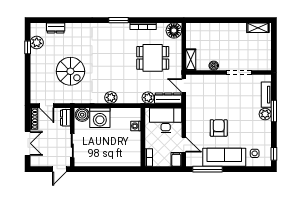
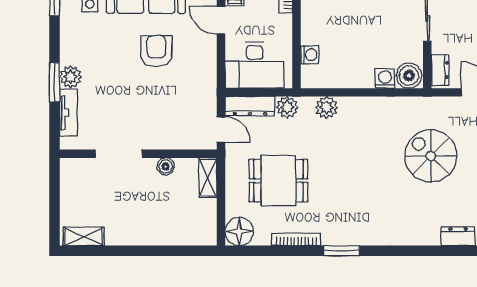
plant: (111, 97) -> (326, 108), moved
washing machine: (100, 118) -> (385, 79), width x0.53, depth x0.53
armchair: (219, 128) -> (156, 51), turned 180

